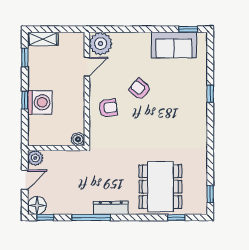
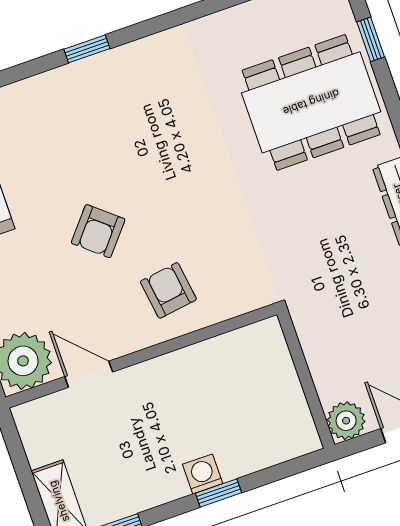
window: (210, 94) -> (87, 49), moved
washing machine: (40, 102) -> (203, 474), width x0.53, depth x0.53
boiler: (78, 139) -> (267, 335), removed

